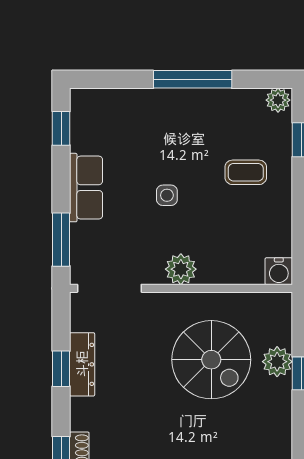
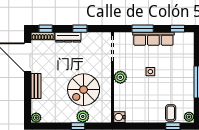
coffee table: (246, 172) -> (171, 113), moved
row of seats: (86, 188) -> (153, 39), width x1.48
window: (61, 240) -> (143, 29), moved
dresser: (82, 364) -> (68, 37), moved

